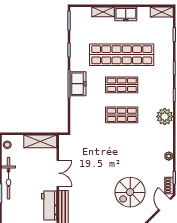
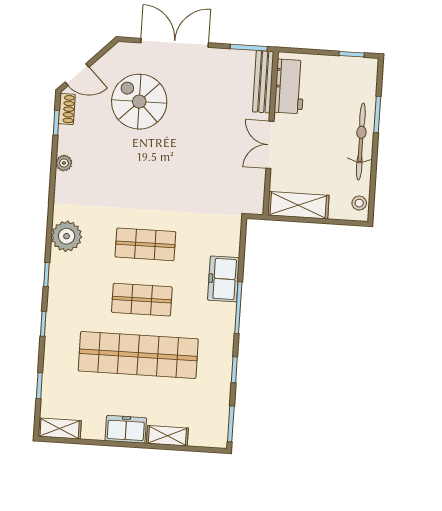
freezer: (78, 84) -> (224, 279), moved
spiral stairs: (130, 192) -> (139, 102), turned -90
door: (165, 204) -> (77, 75), hinge flipped

